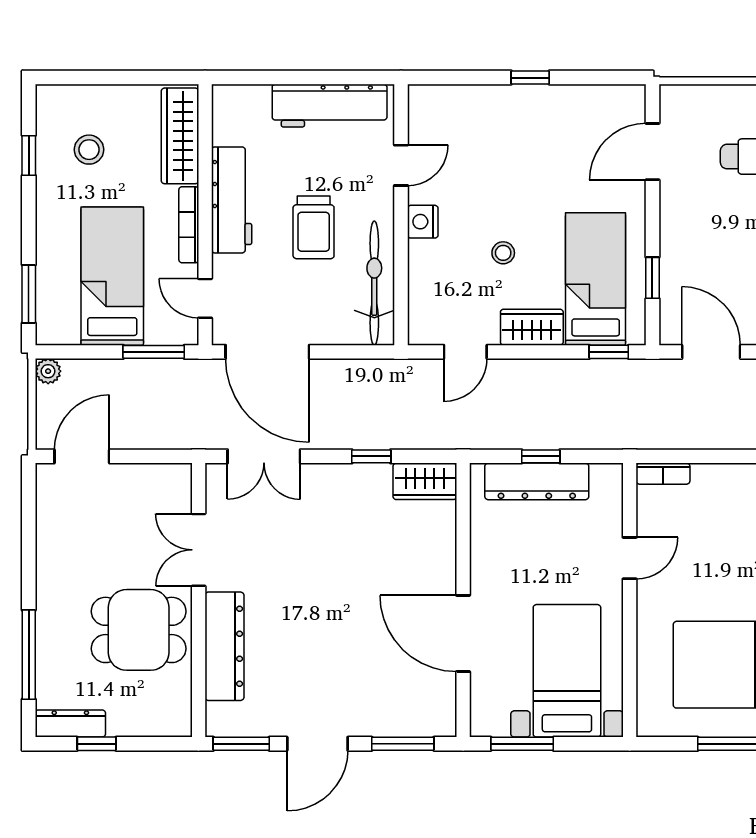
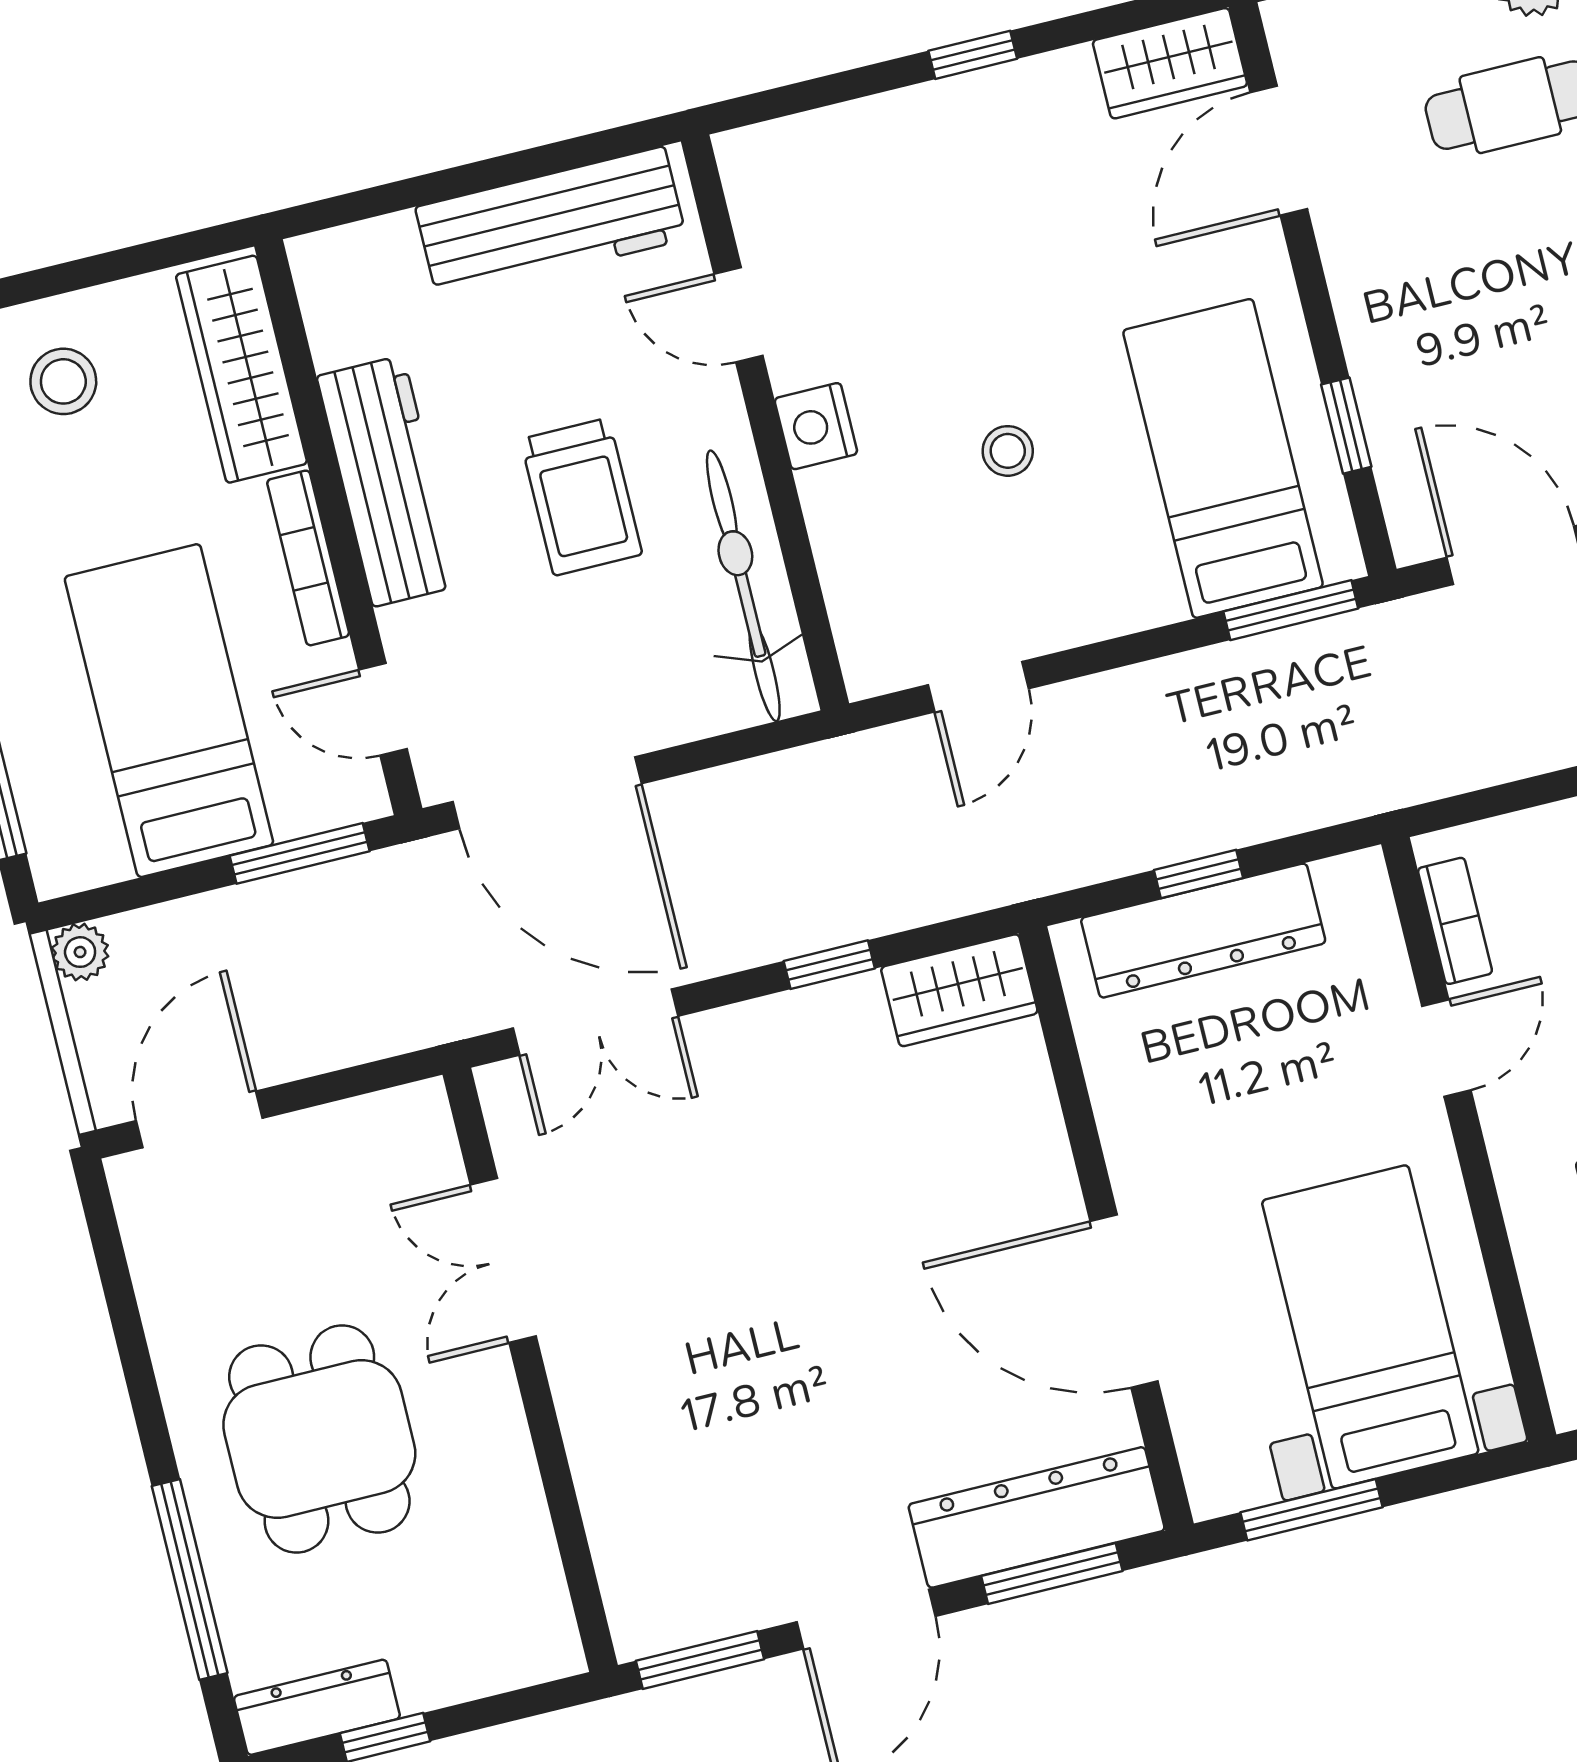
stool: (89, 150) -> (63, 381), moved
door: (401, 165) -> (739, 315), swing flipped
wardrobe: (532, 327) -> (1170, 63), moved, turned 180
window: (609, 352) -> (1291, 610), width x1.50
bookcase: (663, 474) -> (1455, 921), moved, turned -90
dining table: (139, 630) -> (319, 1439), moved, turned 90
dresser: (224, 646) -> (1037, 1517), moved, turned -90

